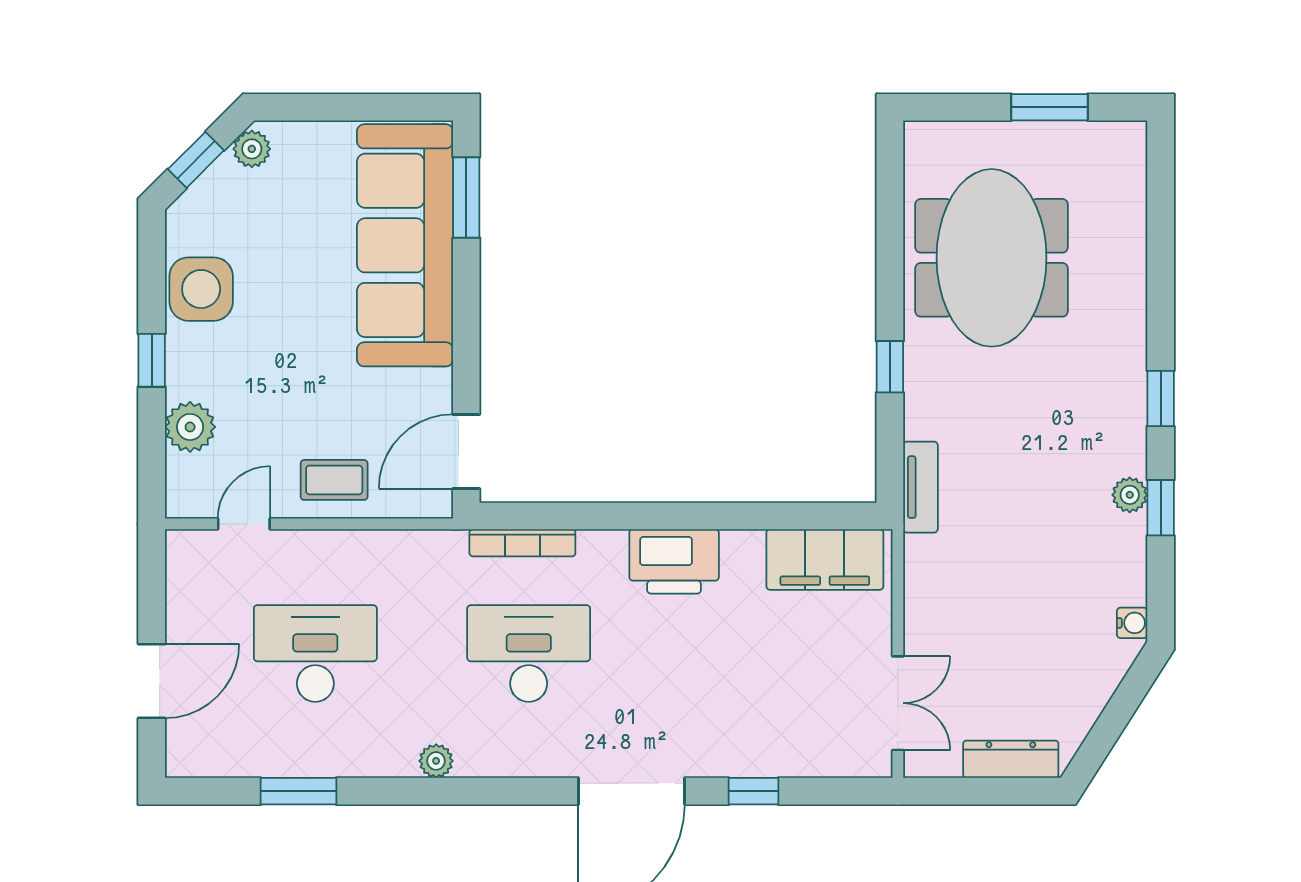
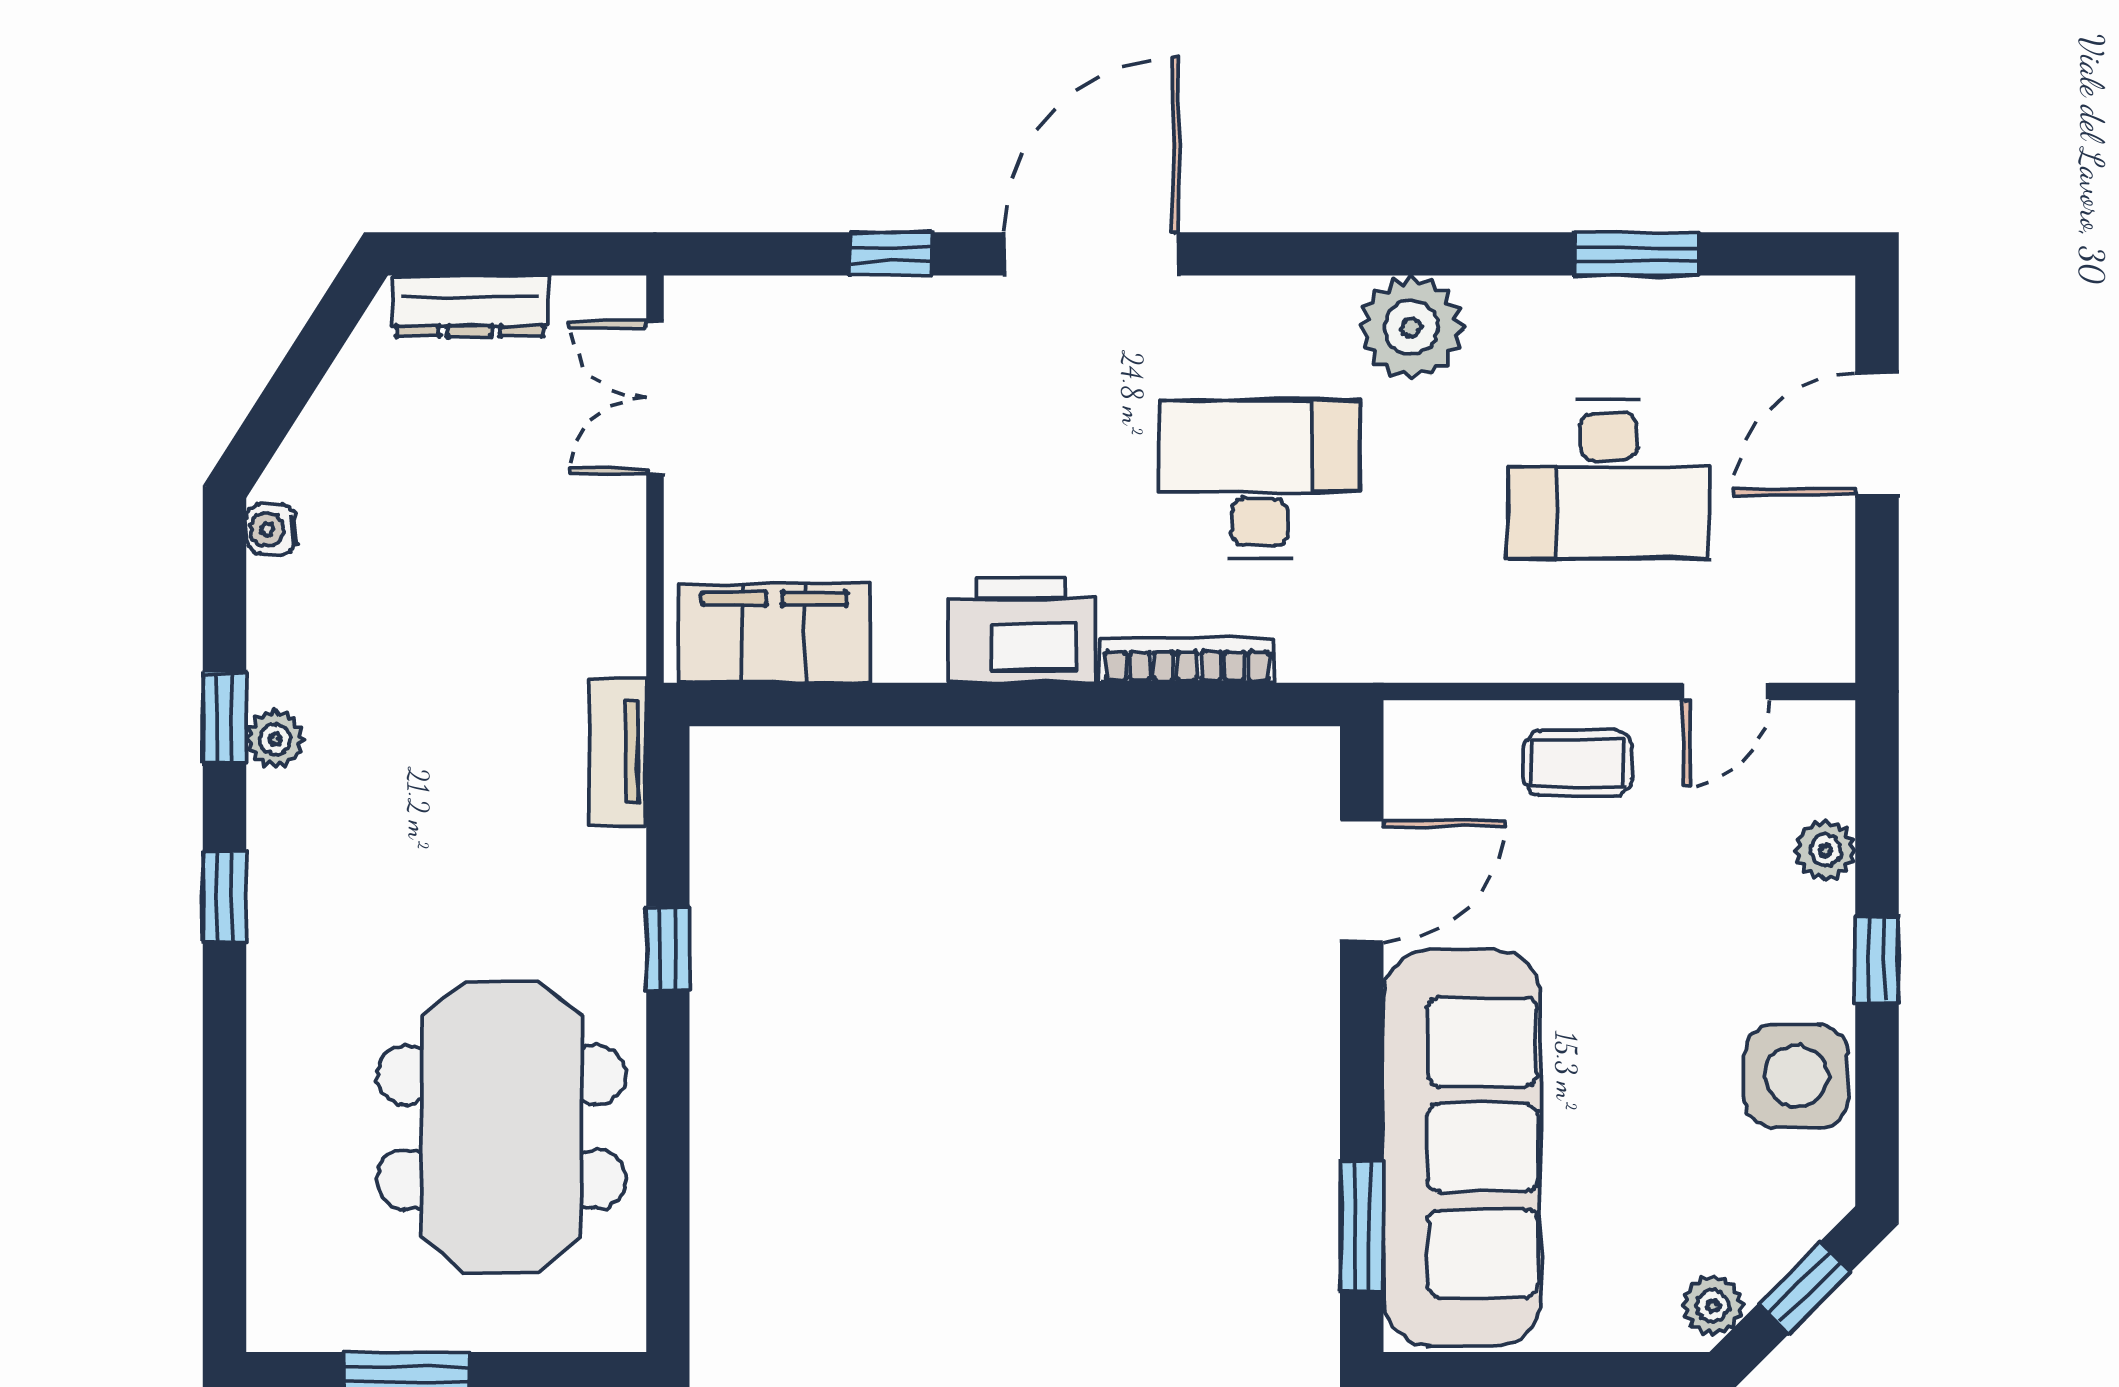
plant: (190, 427) -> (1825, 850), width x0.73, depth x0.73
door: (466, 451) -> (1362, 881), moved
bookcase: (522, 543) -> (1187, 661), moved
desk: (529, 654) -> (1259, 479), turned 180
plant: (436, 761) -> (1411, 328), width x1.87, depth x1.87

